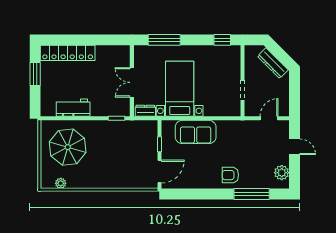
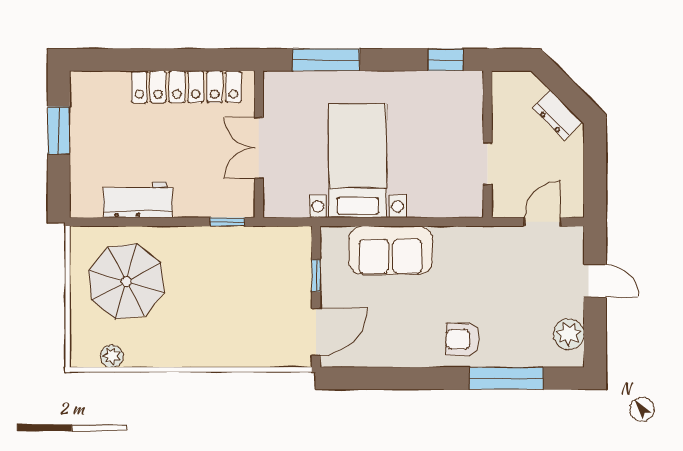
locker: (68, 53) -> (186, 87), moved
dresser: (273, 63) -> (557, 115), width x0.70
dresser: (145, 111) -> (287, 206), removed

